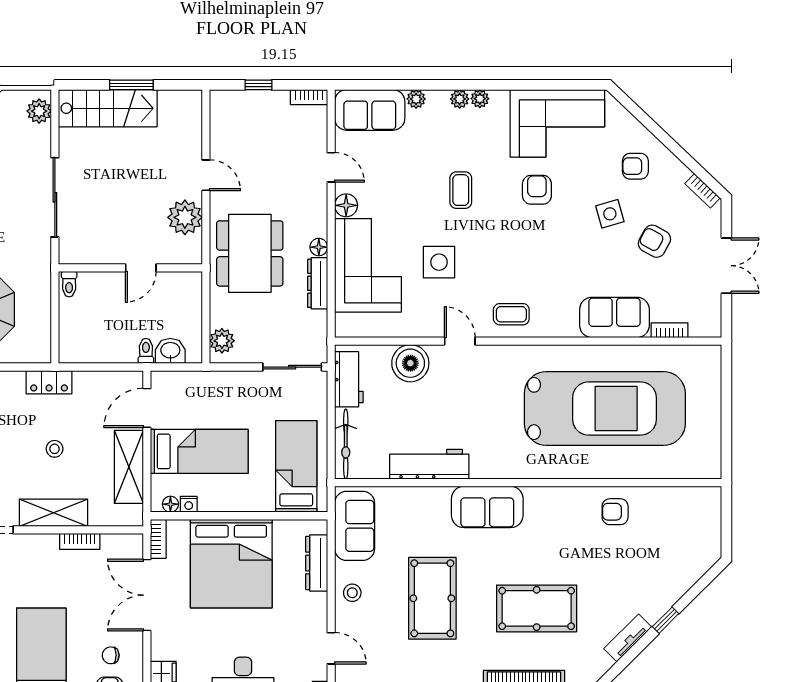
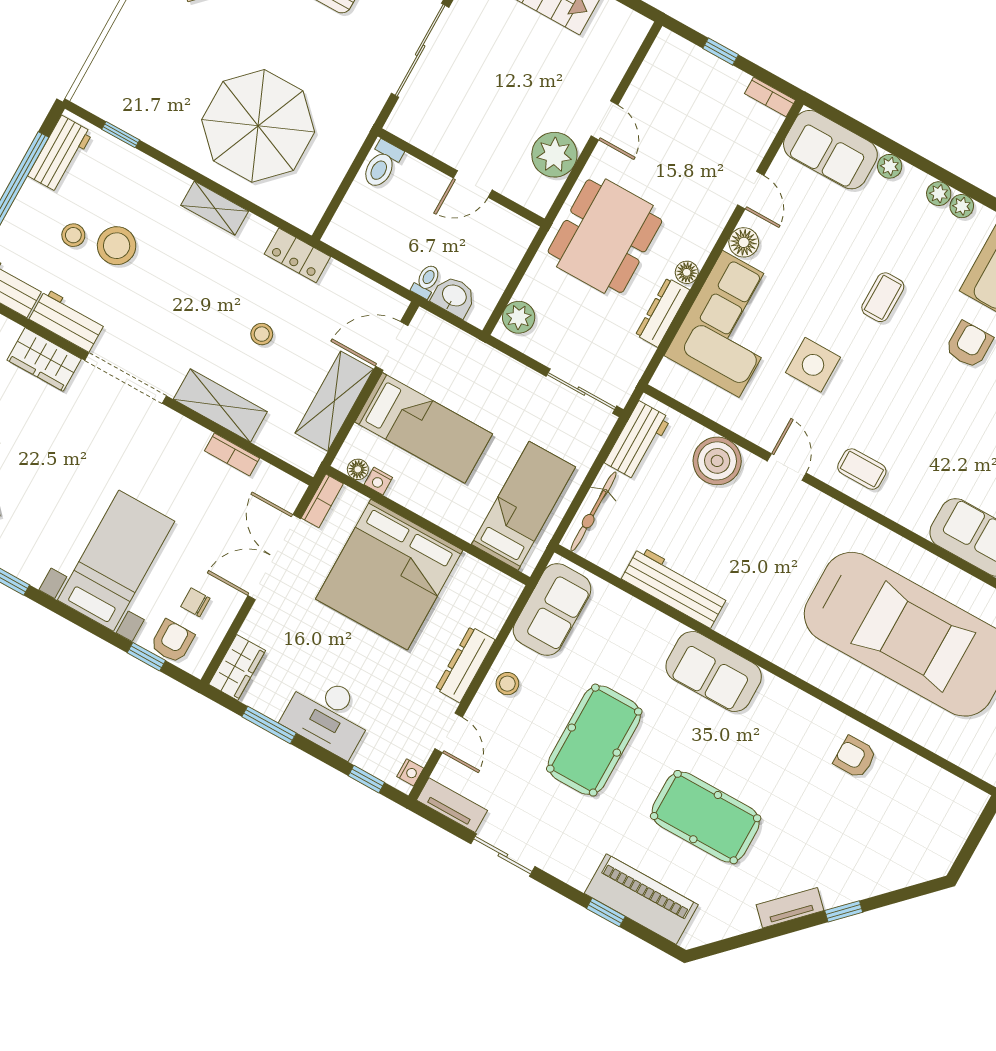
toilet: (69, 284) -> (382, 165), width x1.37, depth x1.39
dresser: (317, 563) -> (465, 664), moved

